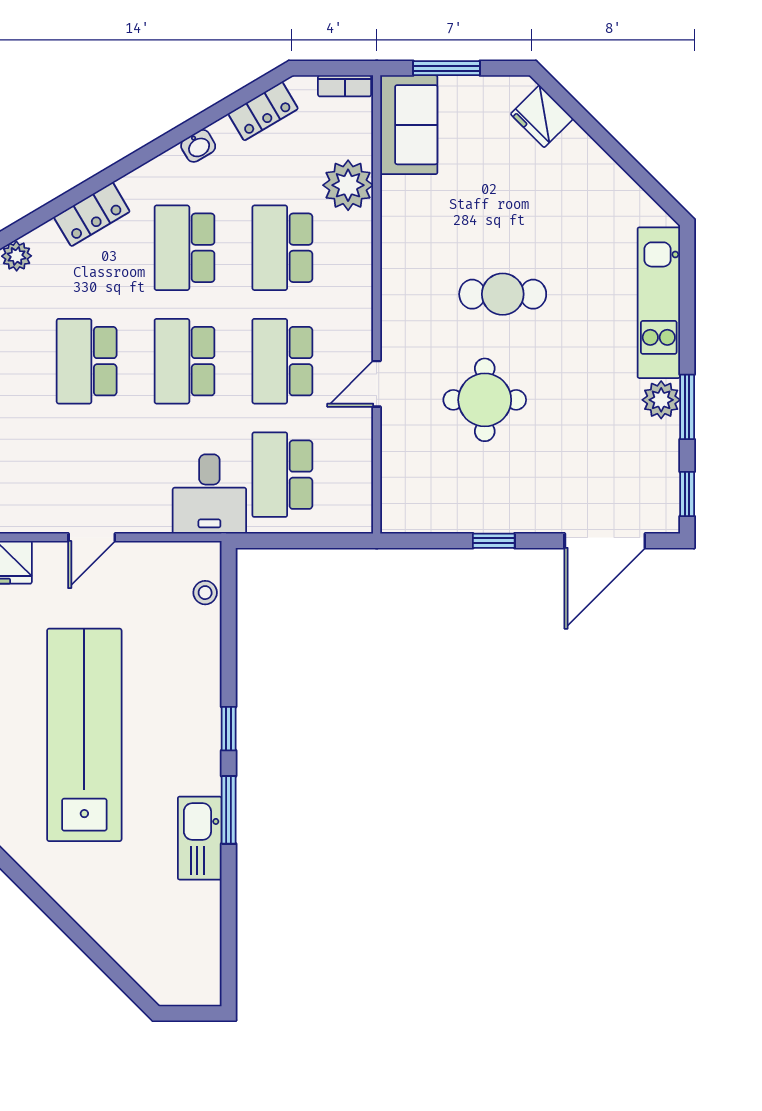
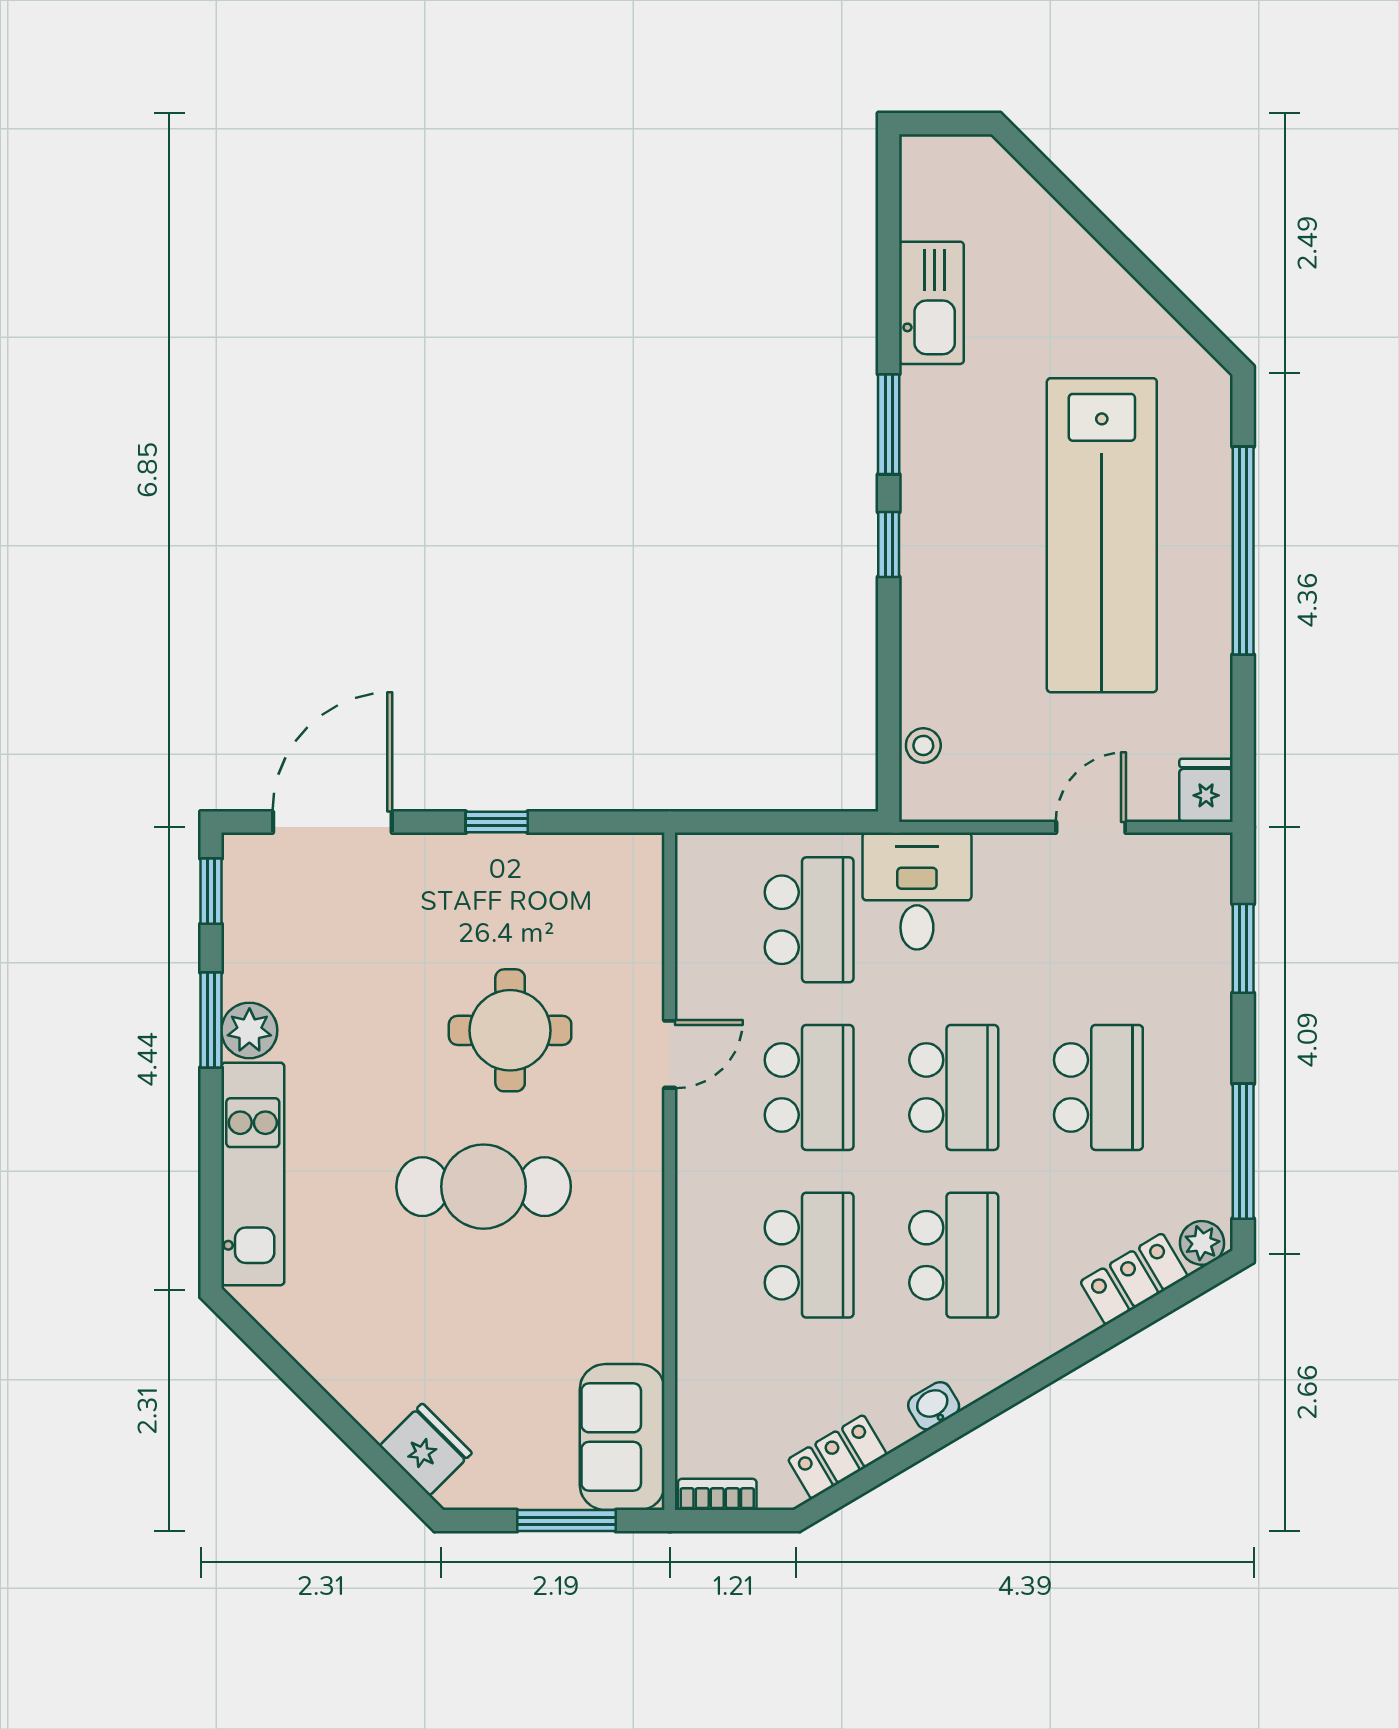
plant: (348, 185) -> (712, 1348), removed
locker: (92, 214) -> (1134, 1279), moved
cafe table: (503, 294) -> (484, 1187), width x1.37, depth x1.35
kitchen sink: (200, 838) -> (931, 303), moved

